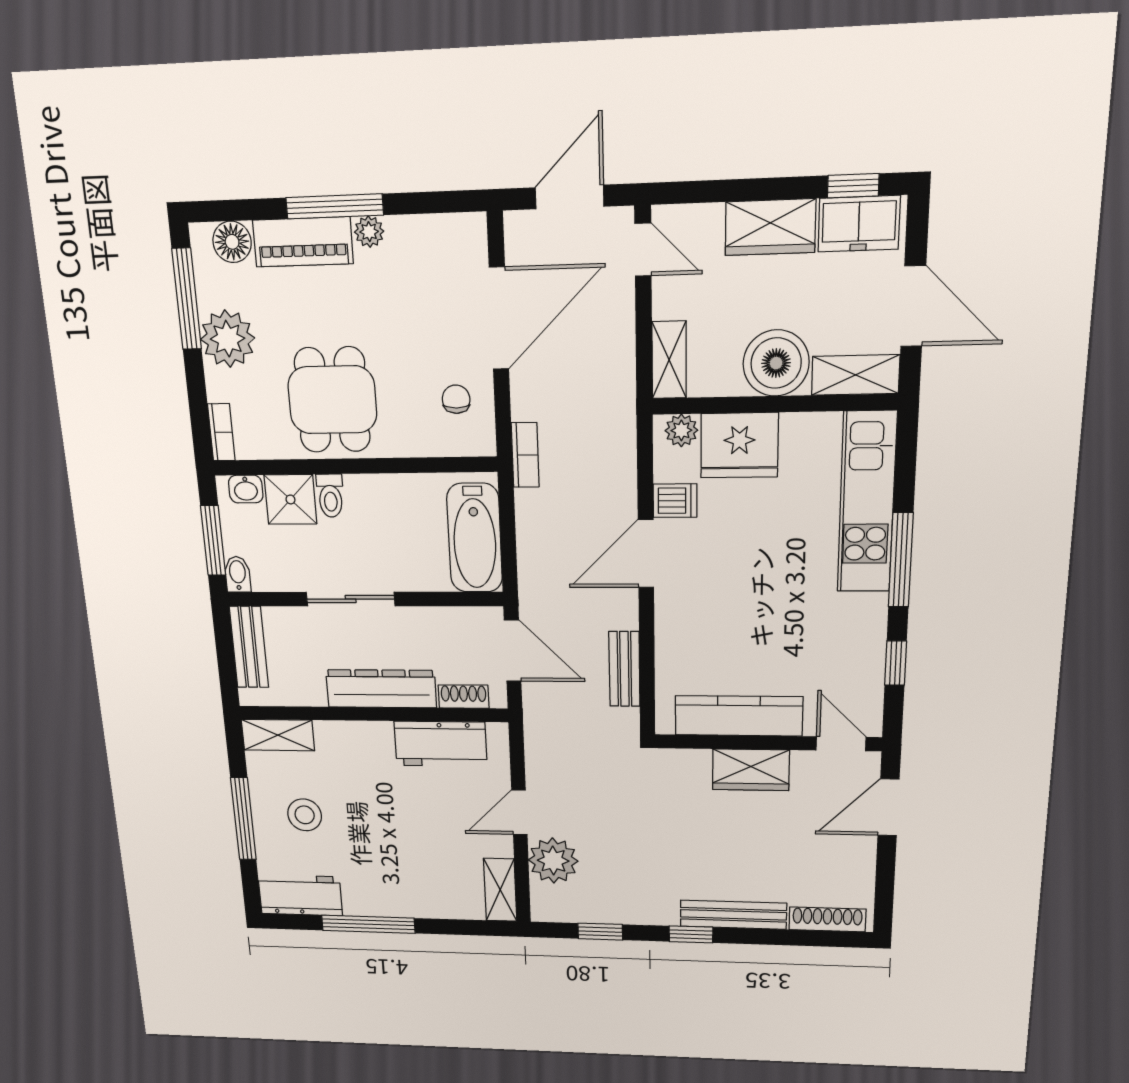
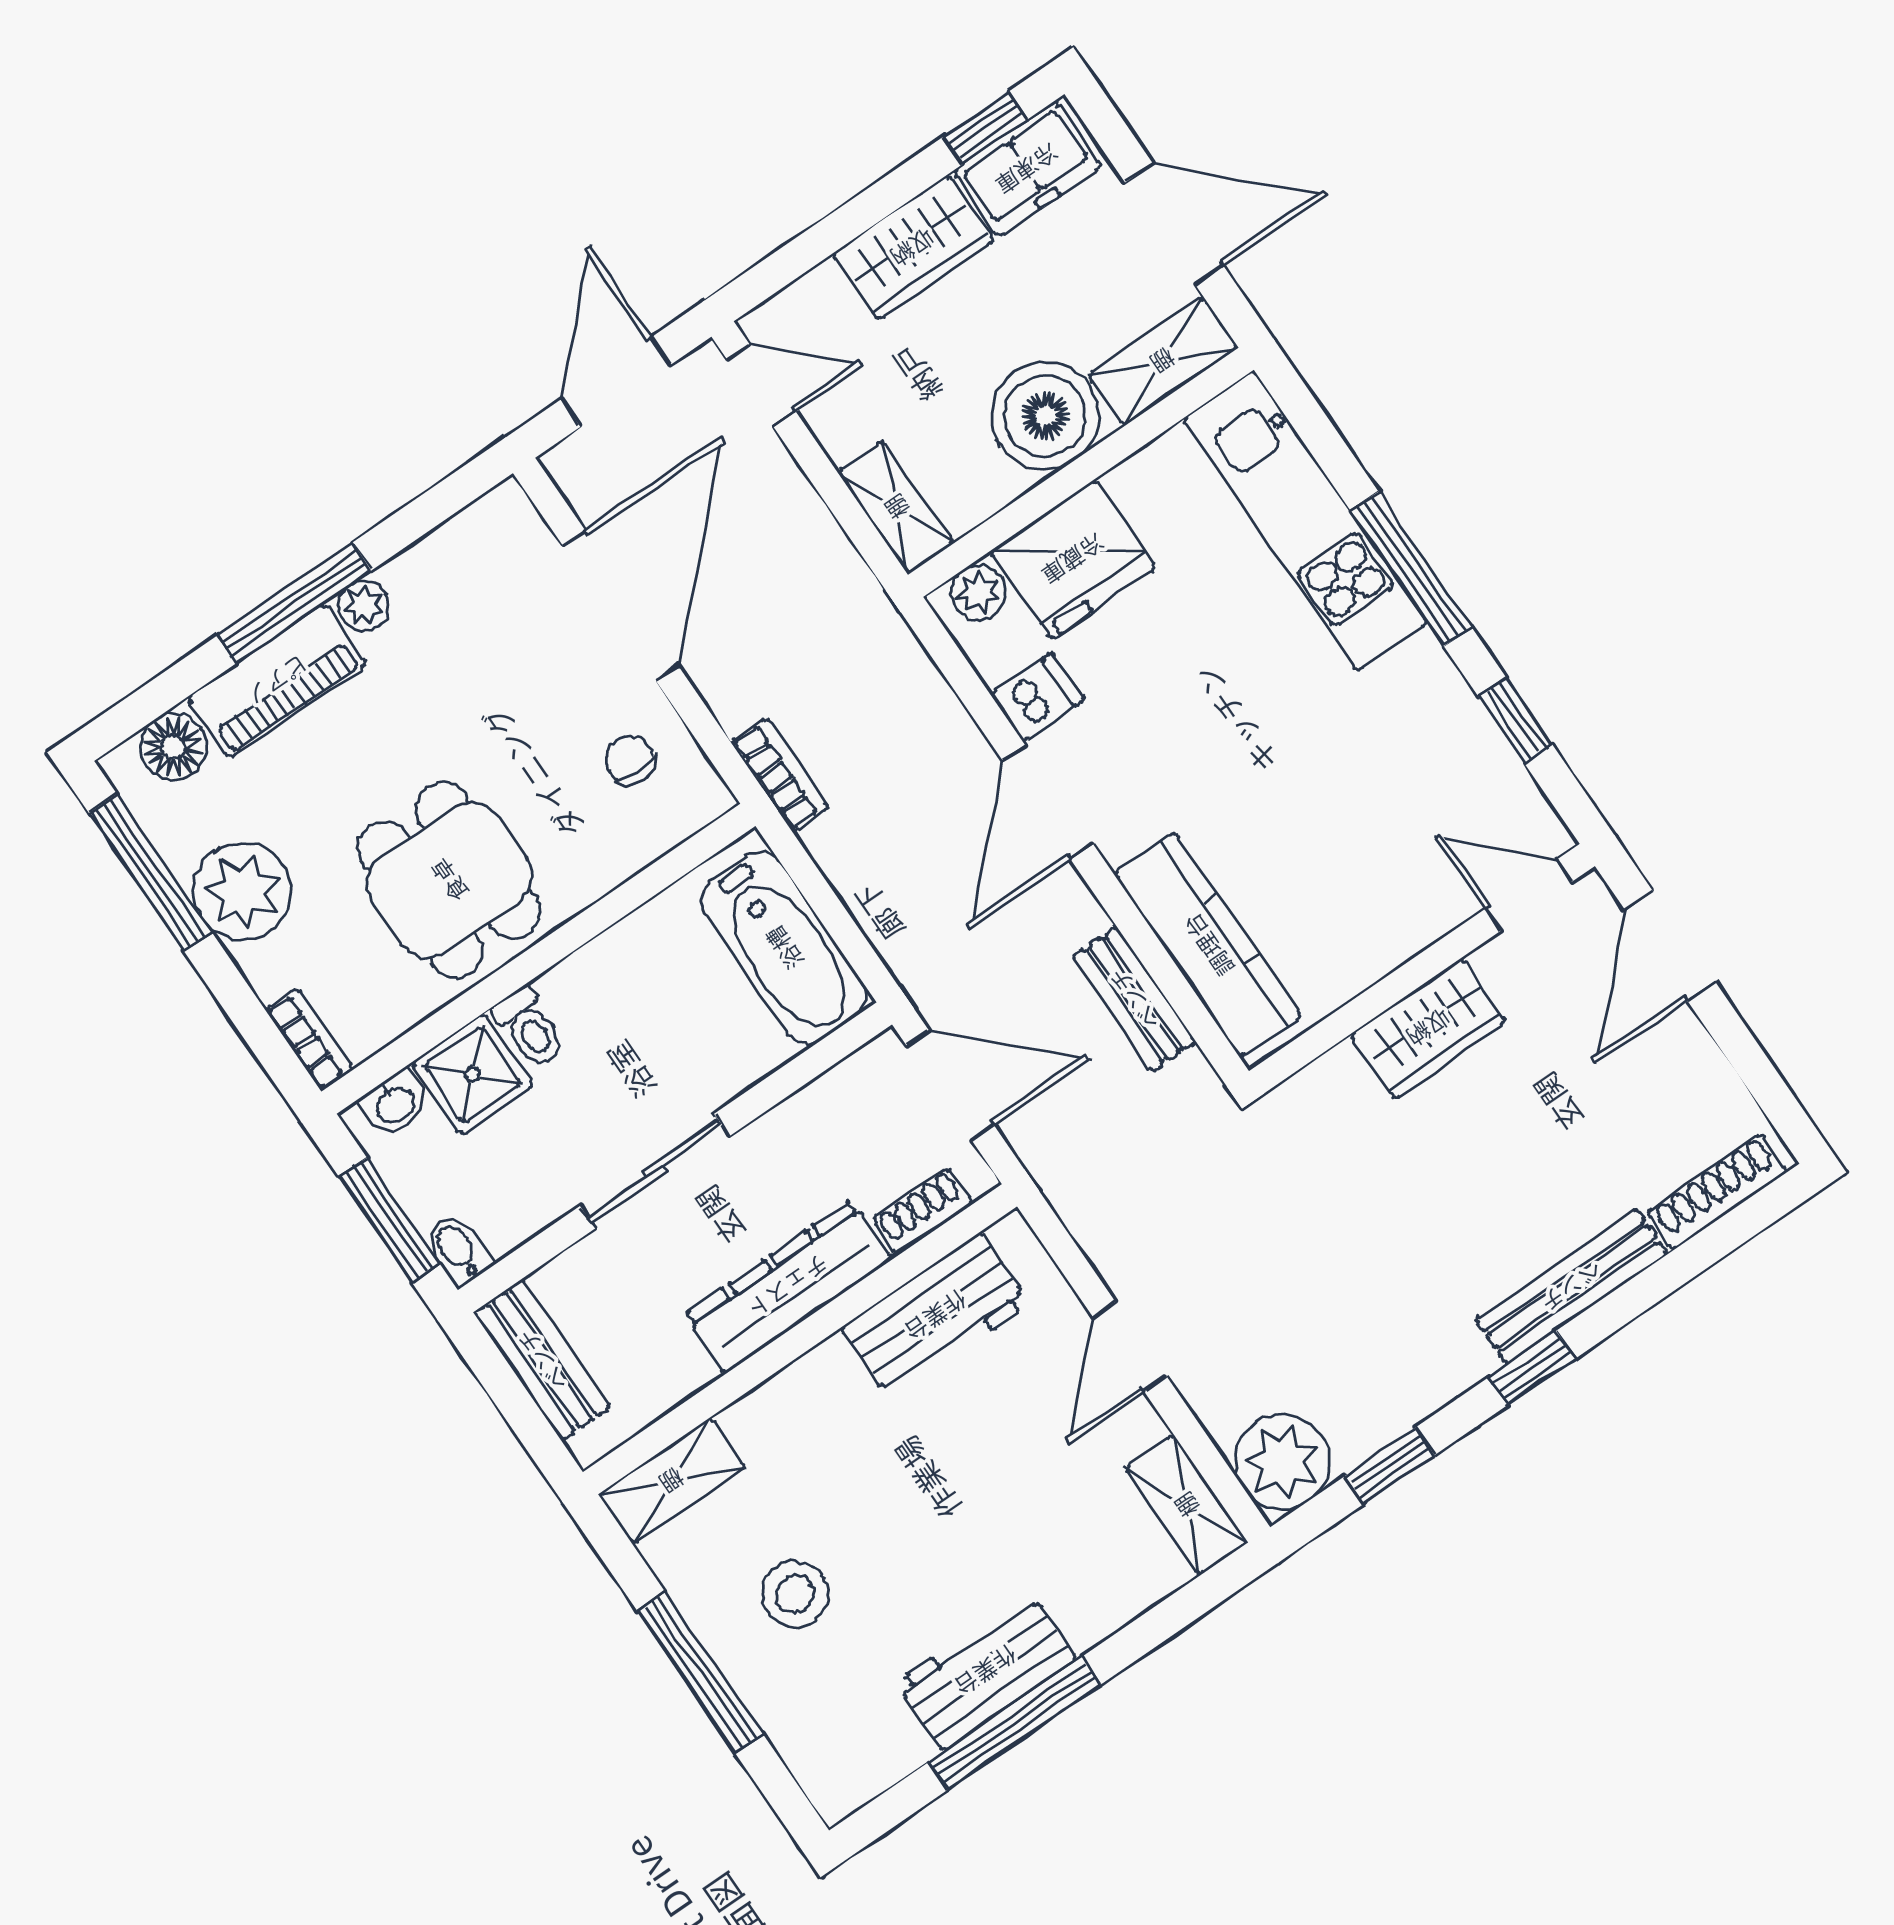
kitchen counter: (739, 716) -> (1208, 945), moved, turned 90
plant: (553, 861) -> (1282, 1462), moved
workbench: (300, 895) -> (986, 1671), moved

